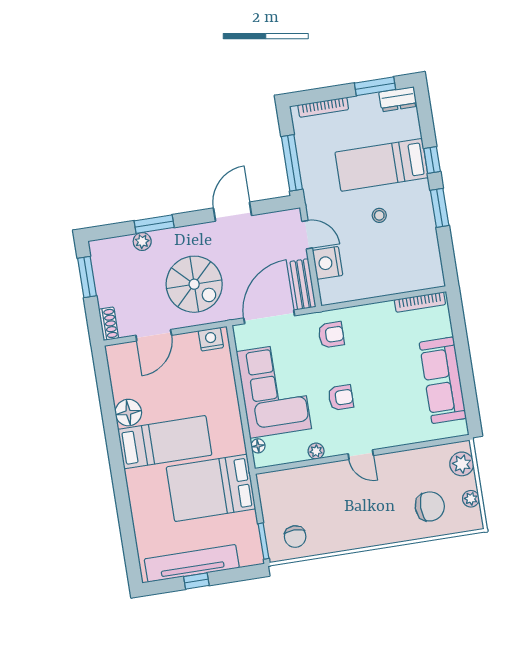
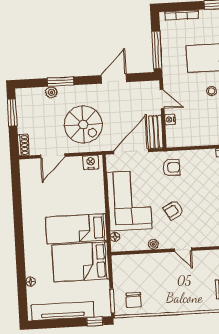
nightstand: (328, 263) -> (170, 120), width x0.53, depth x0.56
armchair: (341, 398) -> (174, 210), turned 152
floor lamp: (128, 413) -> (31, 282), moved, width x0.53, depth x0.53
bed: (165, 442) -> (76, 229), moved, turned 180
window: (196, 581) -> (95, 321), moved

